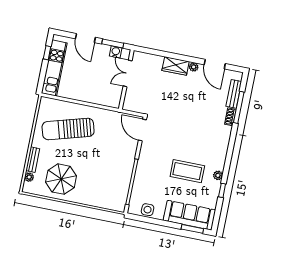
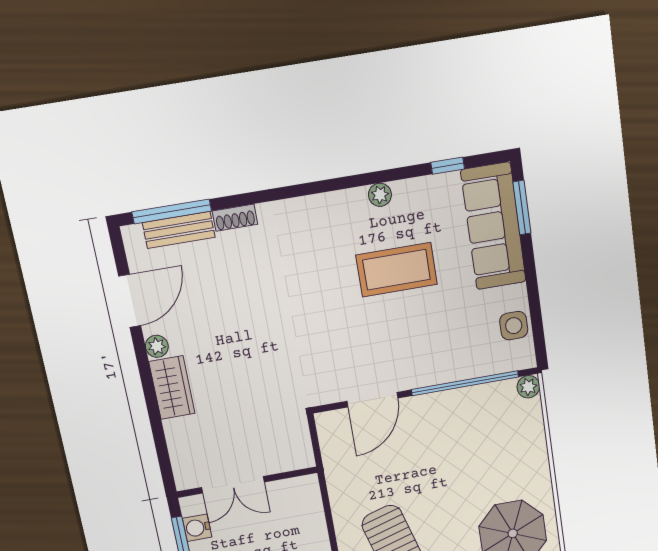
window: (239, 107) -> (172, 211), moved
door: (142, 130) -> (372, 400), moved
coffee table: (187, 171) -> (397, 270), turned 90
window: (222, 190) -> (448, 166), moved
plant: (120, 207) -> (528, 387), added

